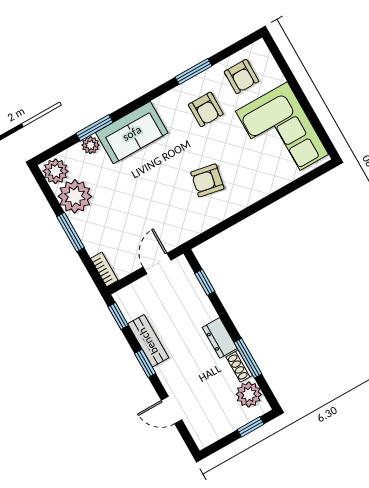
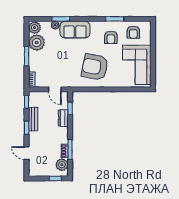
armchair: (207, 180) -> (95, 67), width x1.88, depth x1.88
door: (157, 263) -> (55, 89), swing flipped
dresser: (220, 338) -> (63, 118), moved

